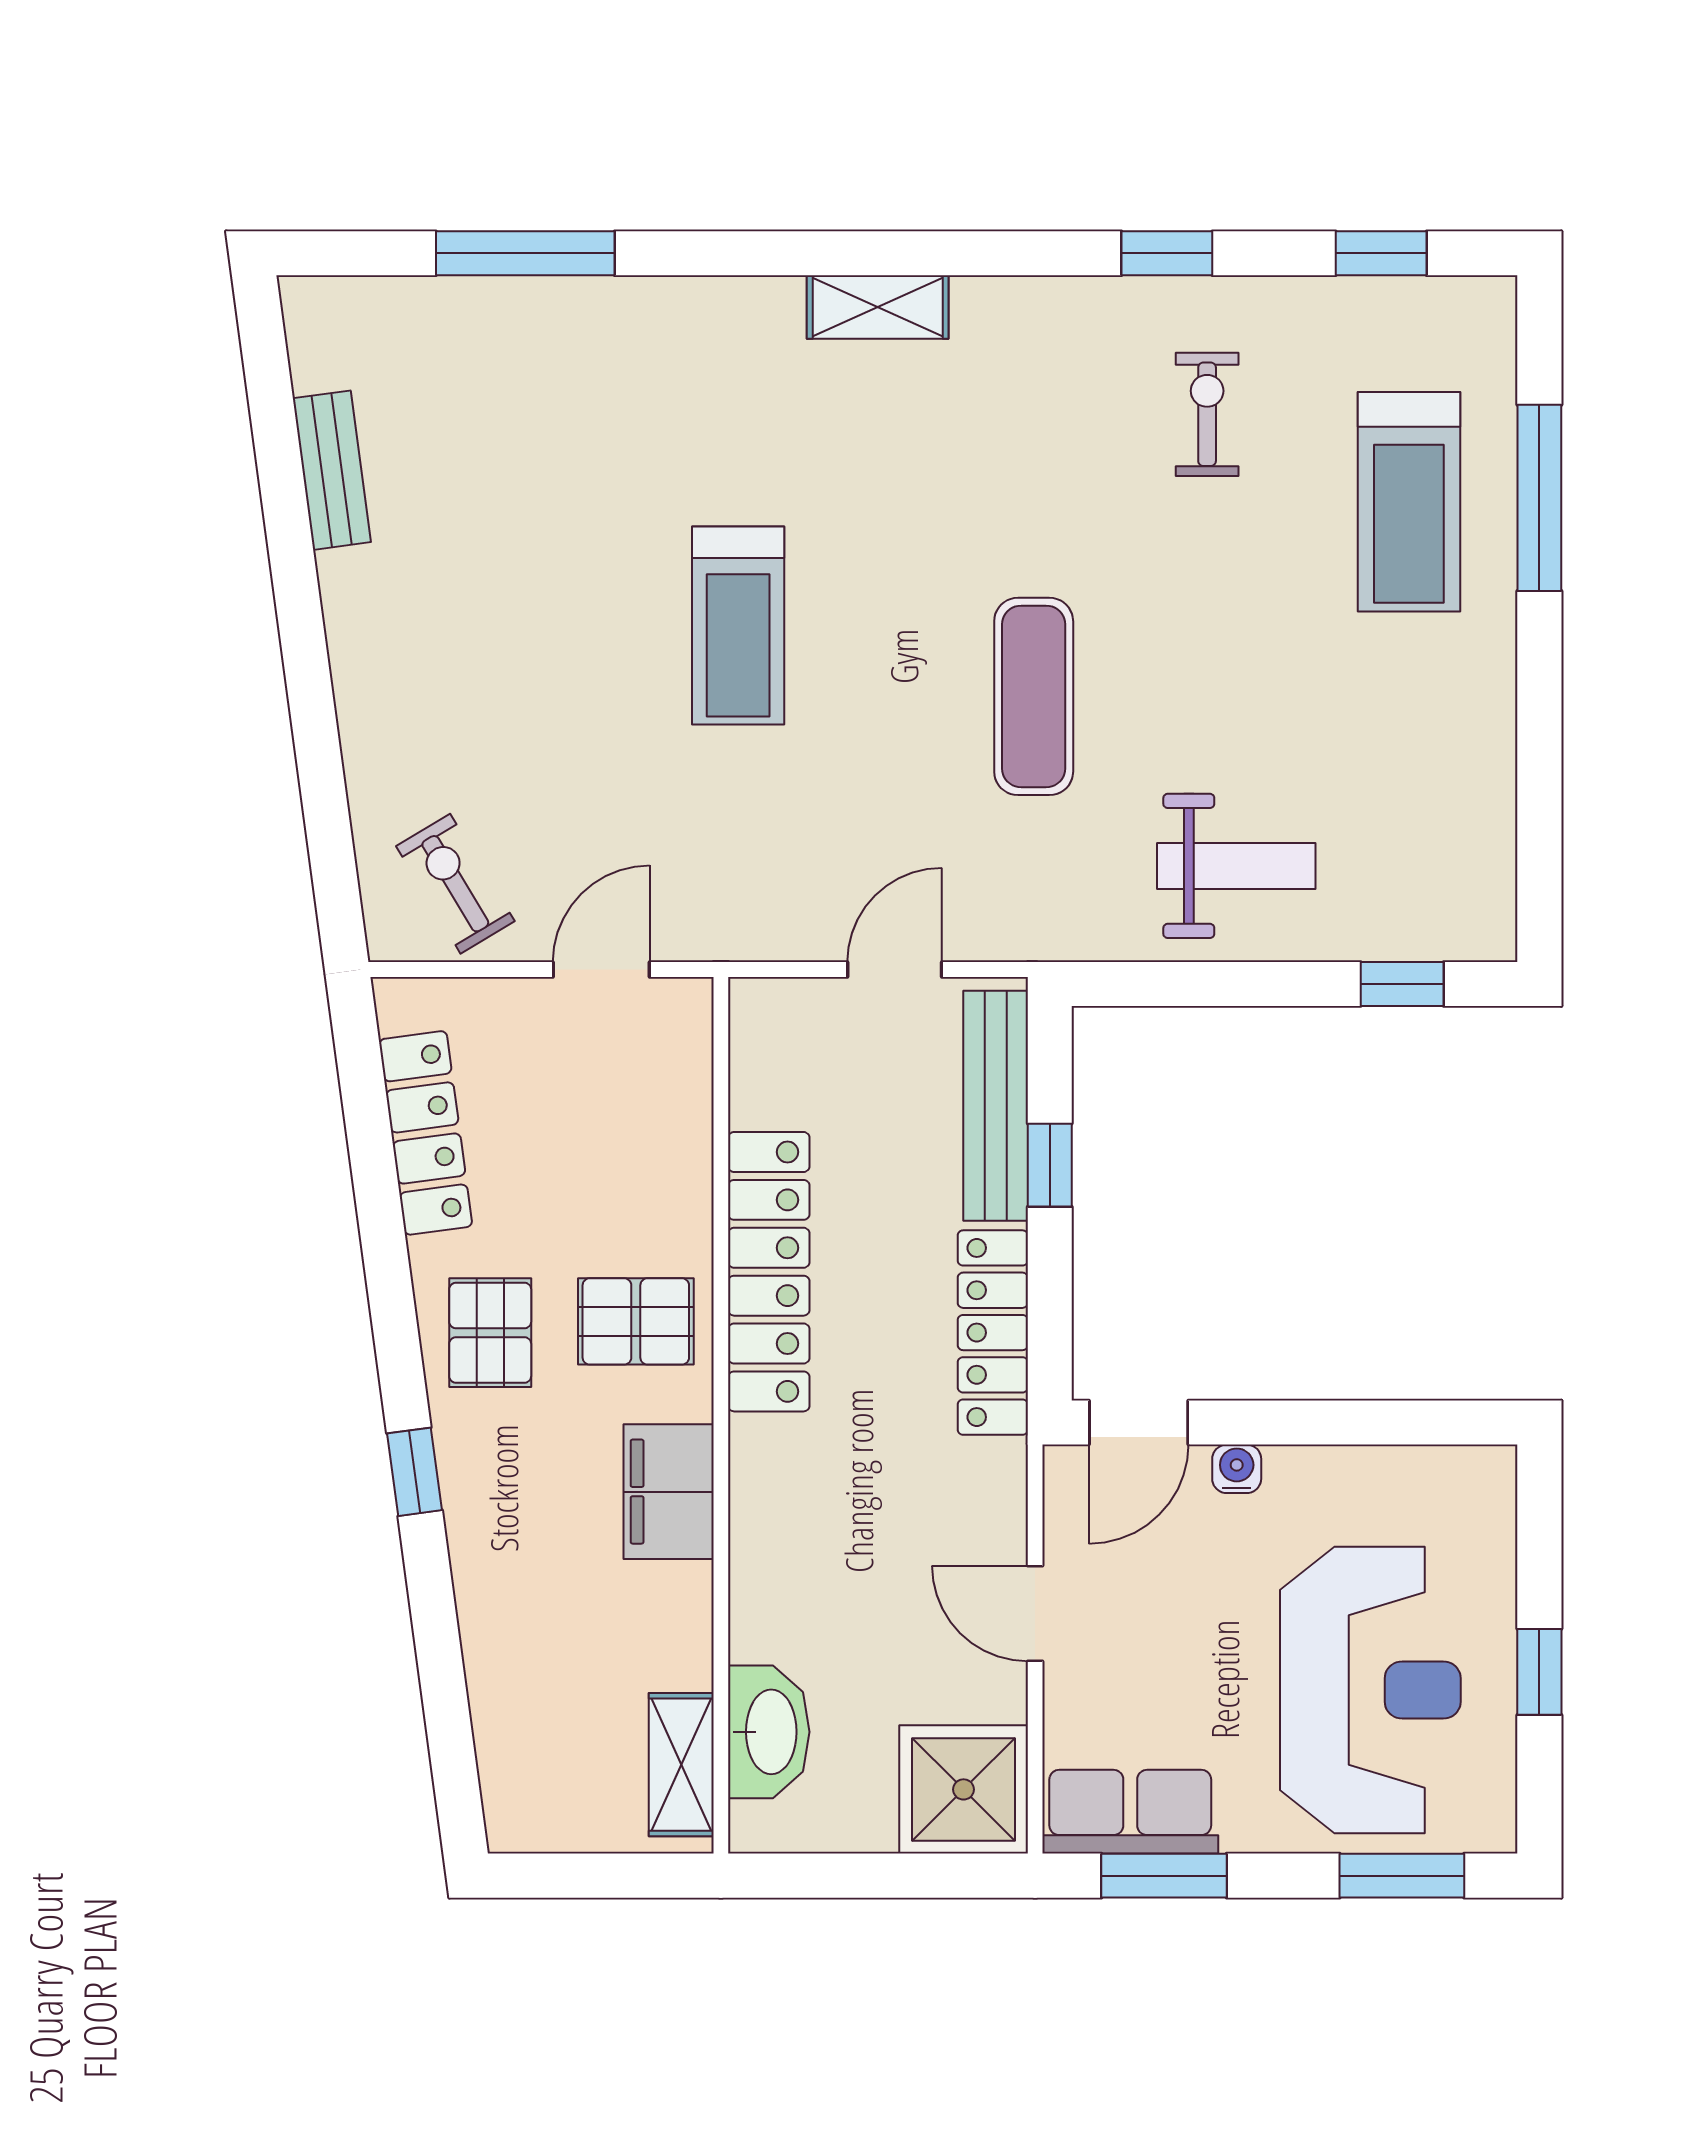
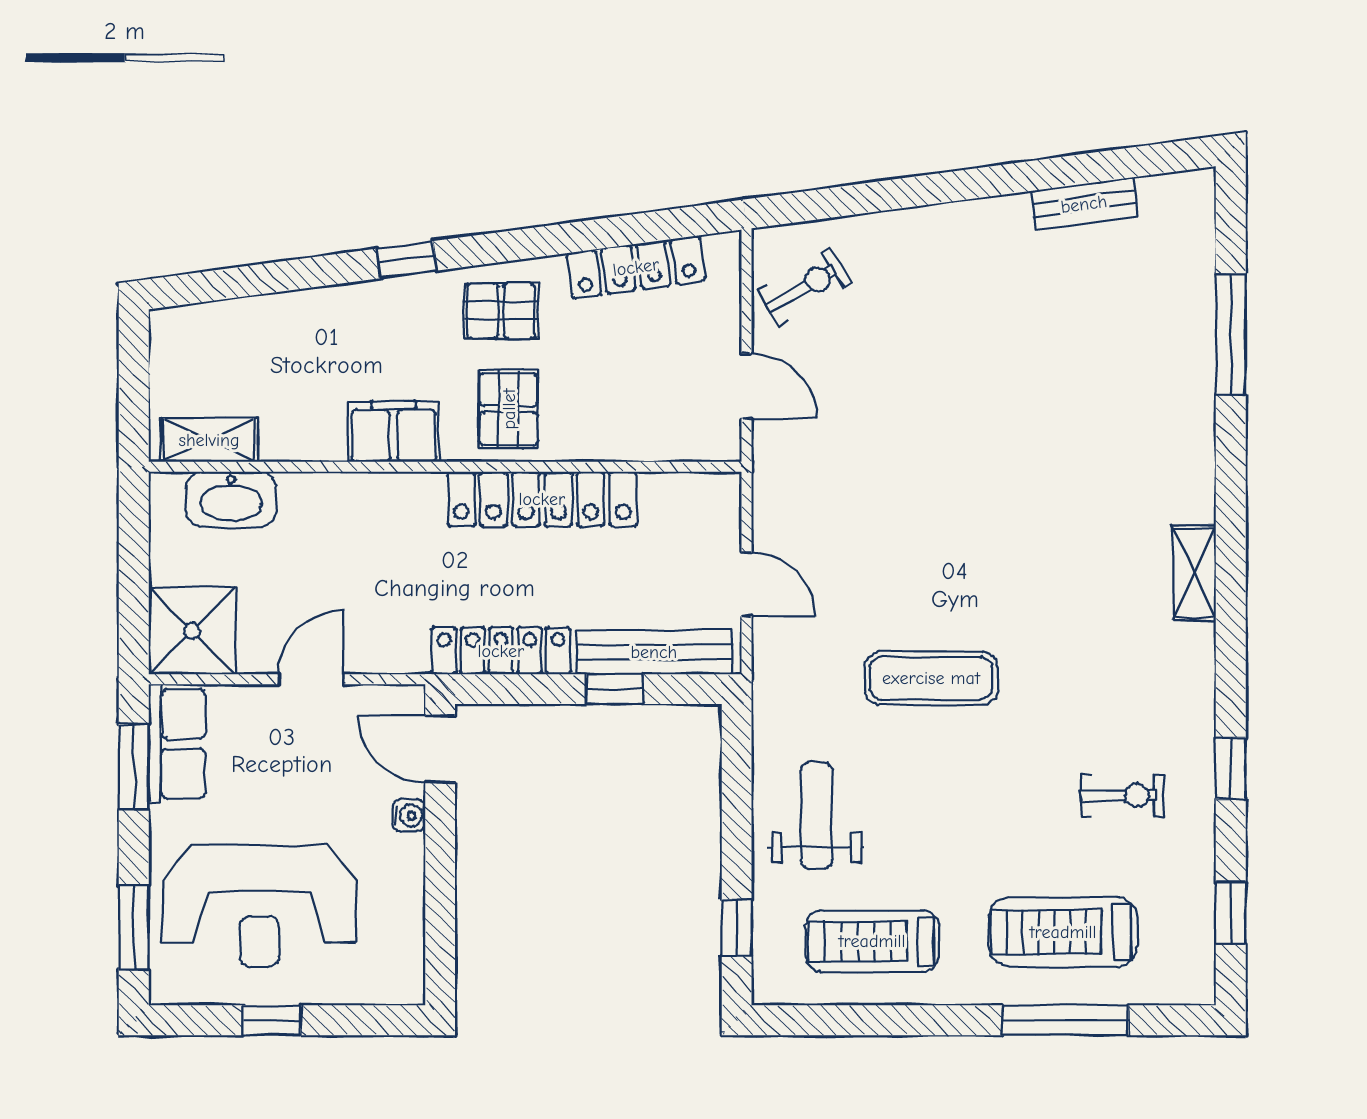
treadmill: (738, 626) -> (872, 941), moved
weight bench: (1236, 866) -> (817, 815), turned 180

